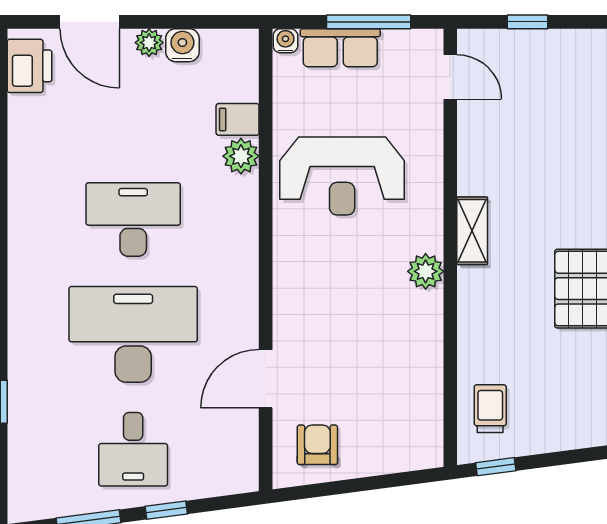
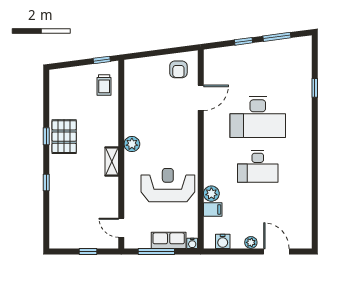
water cooler: (182, 45) -> (223, 241), moved
printer: (29, 66) -> (302, 232), removed
desk: (133, 449) -> (258, 67), removed

